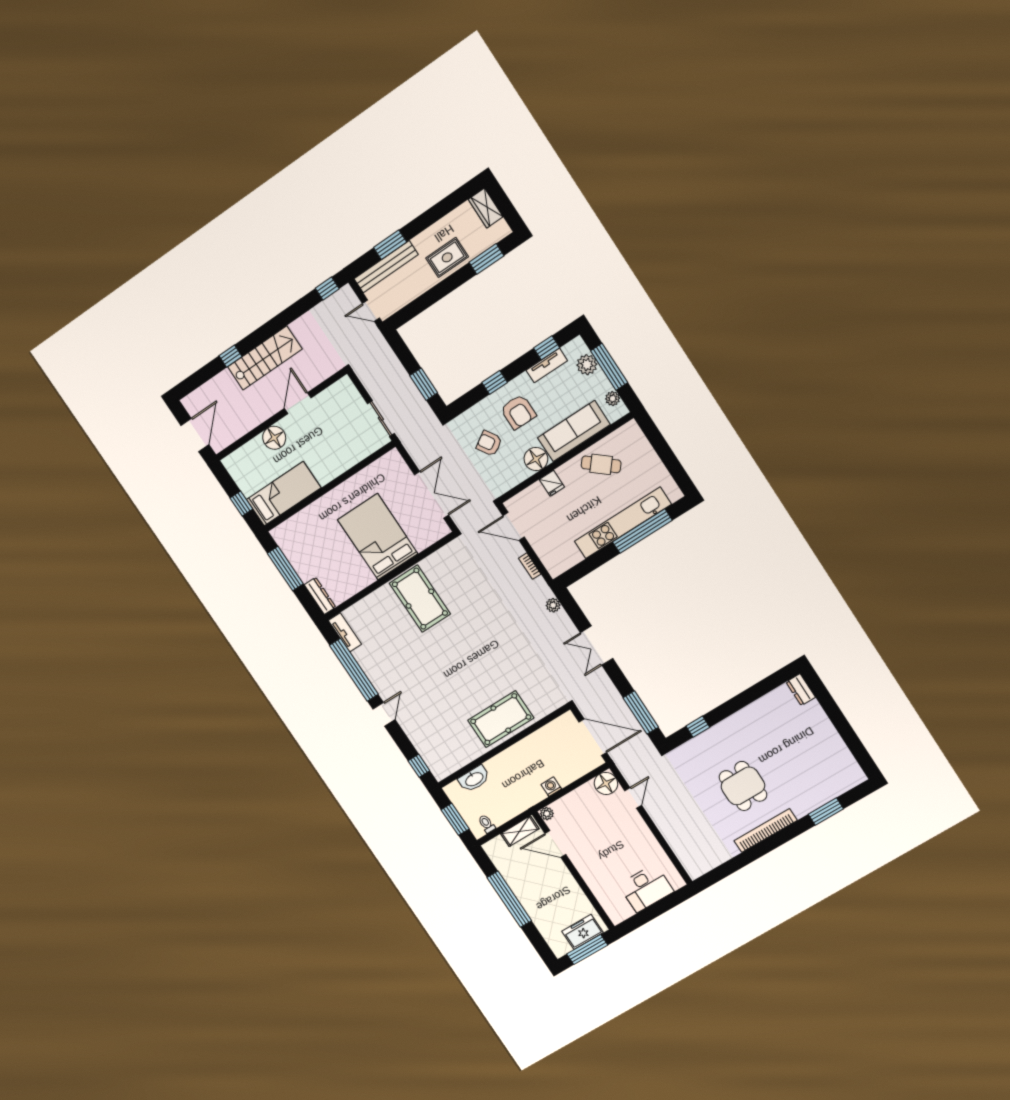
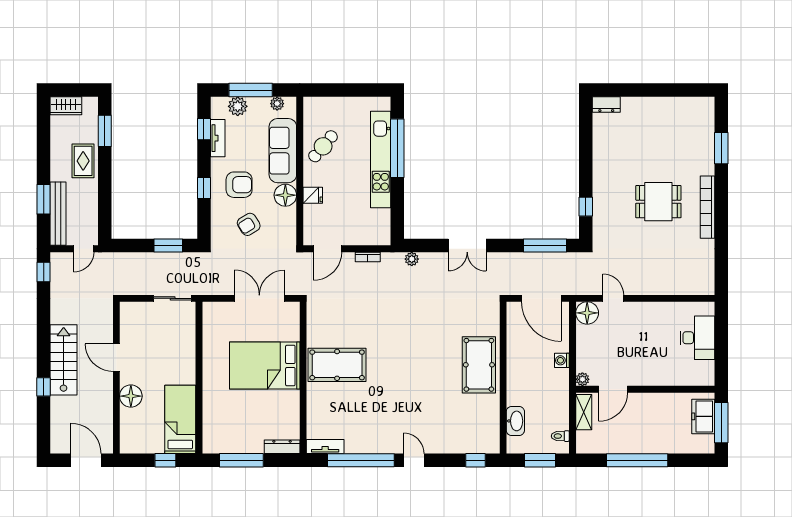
door: (593, 737) -> (541, 298), swing flipped

